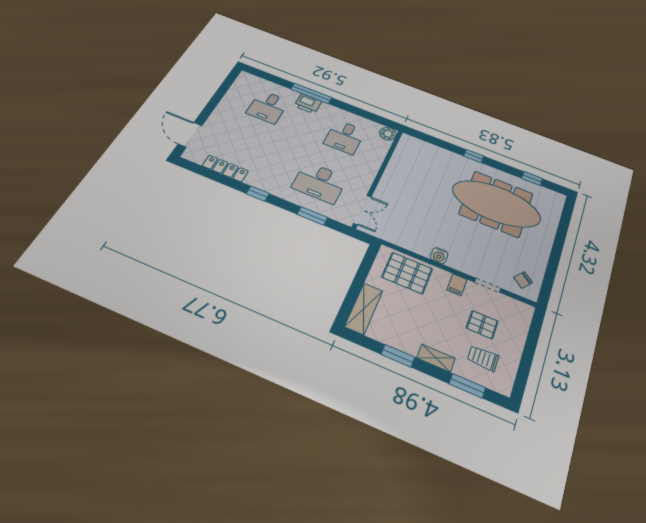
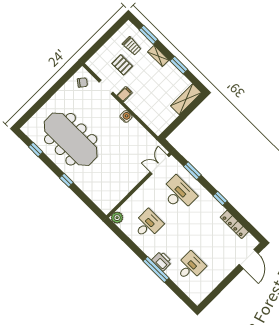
pallet: (407, 273) -> (151, 112), removed

